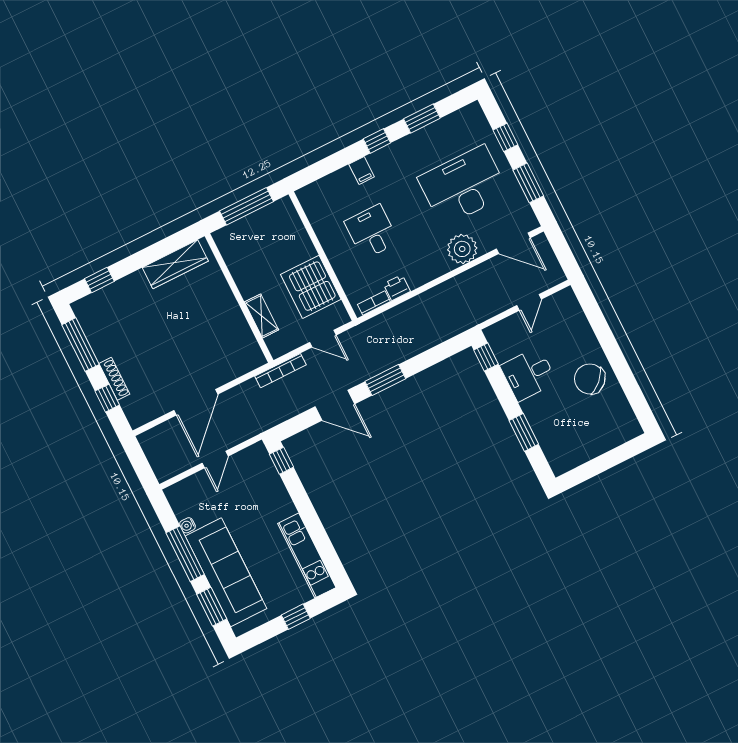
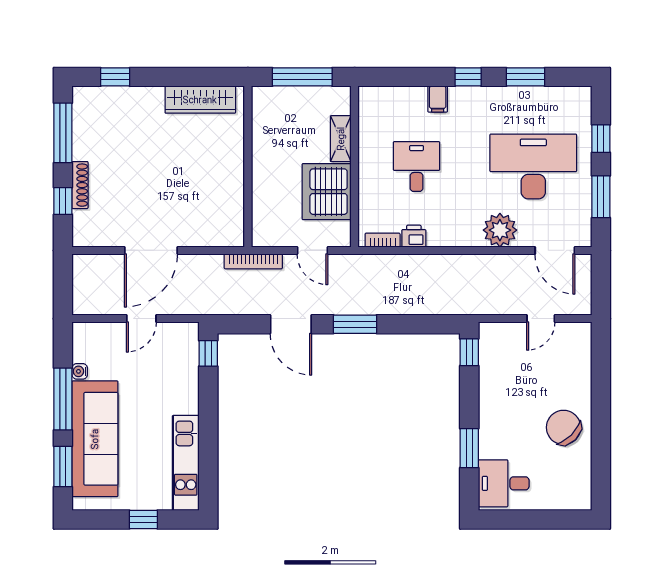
shelving: (262, 316) -> (341, 139), moved
desk: (529, 374) -> (504, 483), moved

